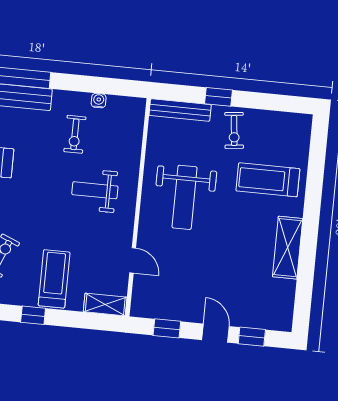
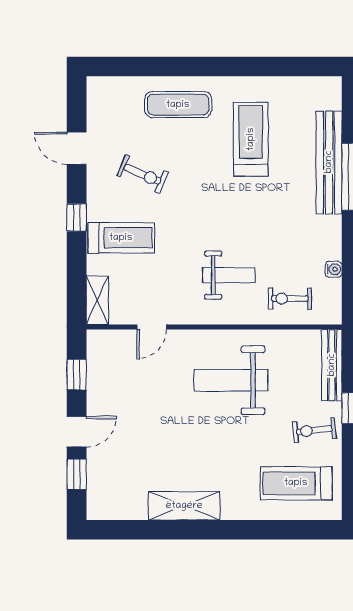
exercise bike: (75, 134) -> (290, 299), moved
treadmill: (268, 180) -> (296, 483), moved, turned -90
weight bench: (95, 190) -> (229, 275), turned 90

